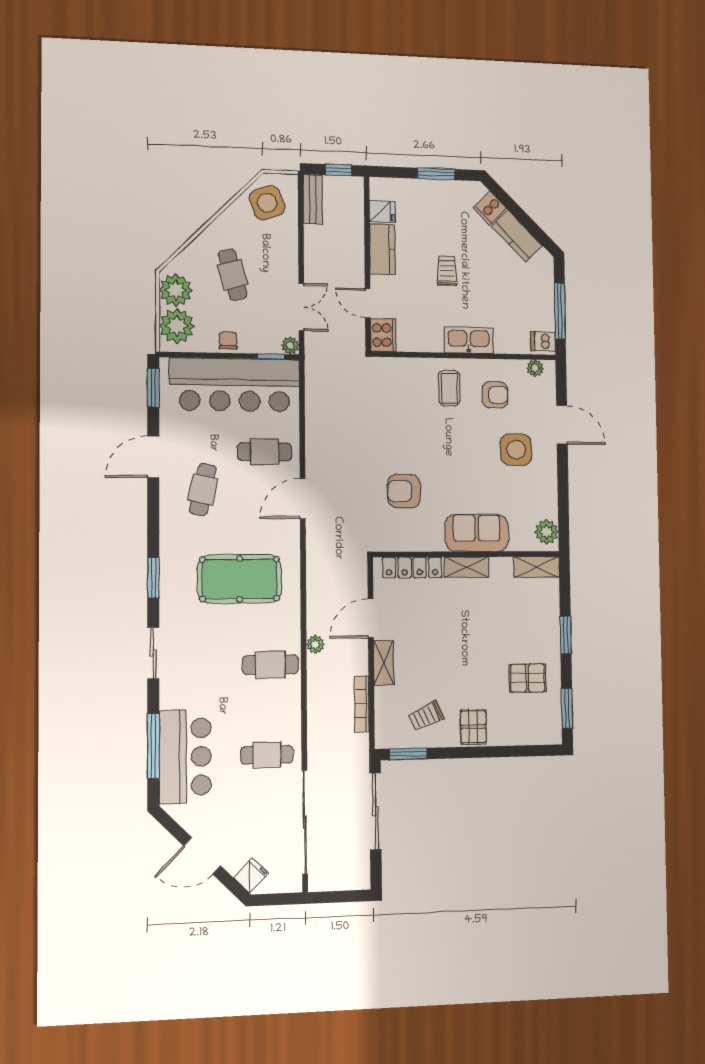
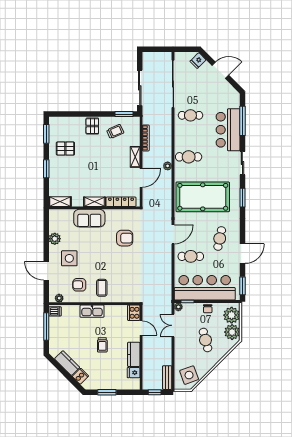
plant: (547, 532) -> (55, 239), moved
pool table: (240, 579) -> (203, 197), width x1.36, depth x1.32
bar counter: (185, 757) -> (228, 130), moved

